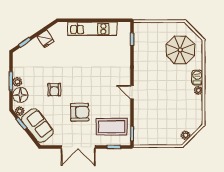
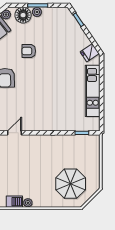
fridge: (46, 39) -> (90, 53), moved
barbecue: (197, 78) -> (14, 202), moved
door: (132, 92) -> (15, 133), moved

